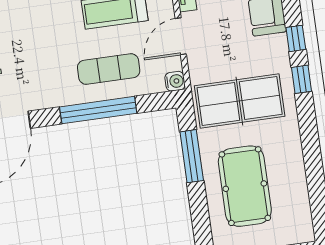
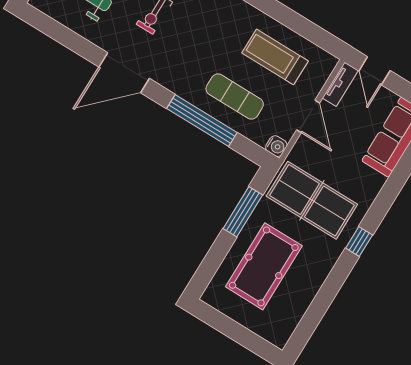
door: (181, 36) -> (308, 116), swing flipped
window: (296, 38) -> (392, 188), removed
window: (302, 79) -> (359, 242), moved

